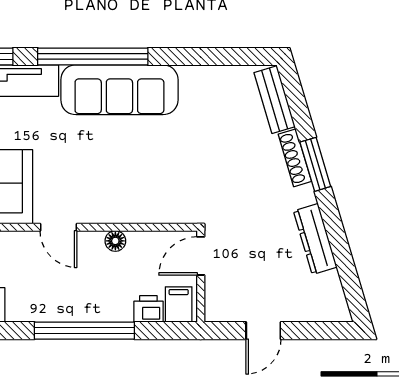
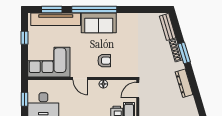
sofa: (119, 90) -> (99, 23), width x0.73
armchair: (118, 183) -> (104, 61), added

